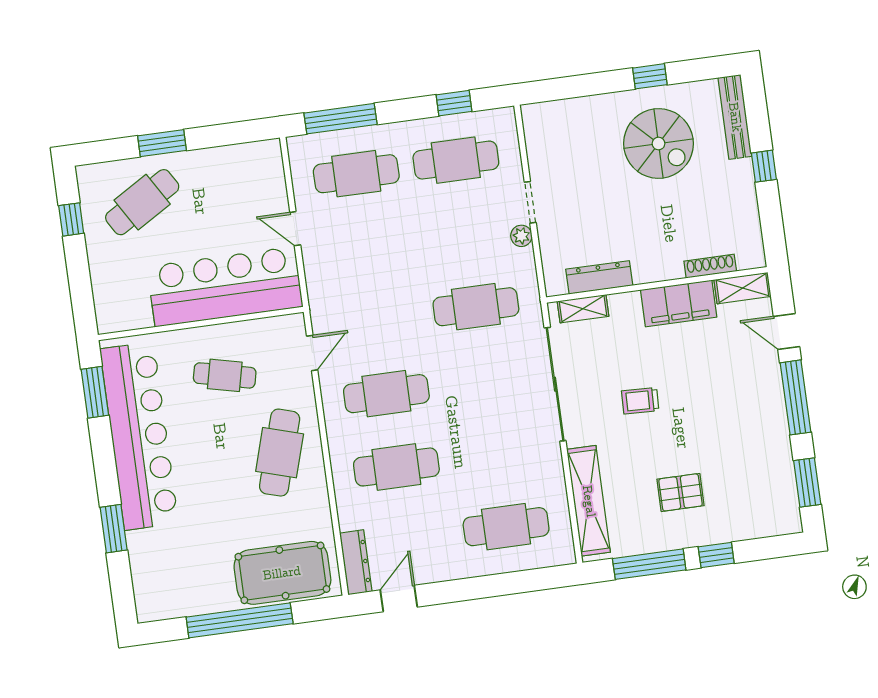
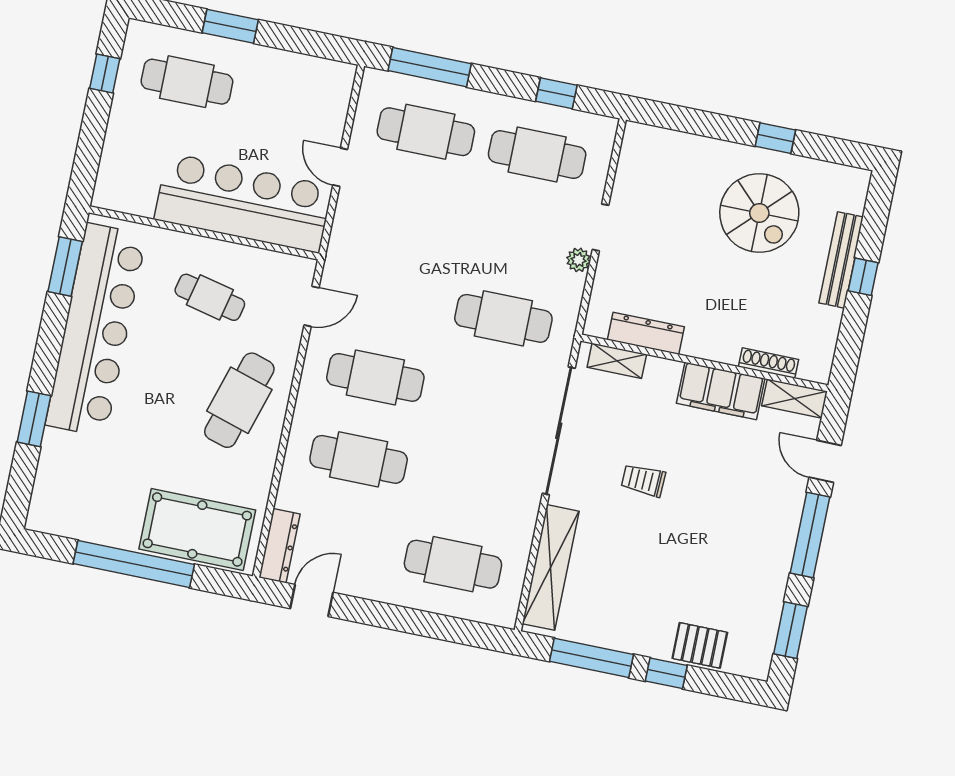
bench: (735, 117) -> (841, 260), moved
cafe table: (142, 202) -> (187, 82), turned 31
pallet: (681, 492) -> (700, 645), moved

